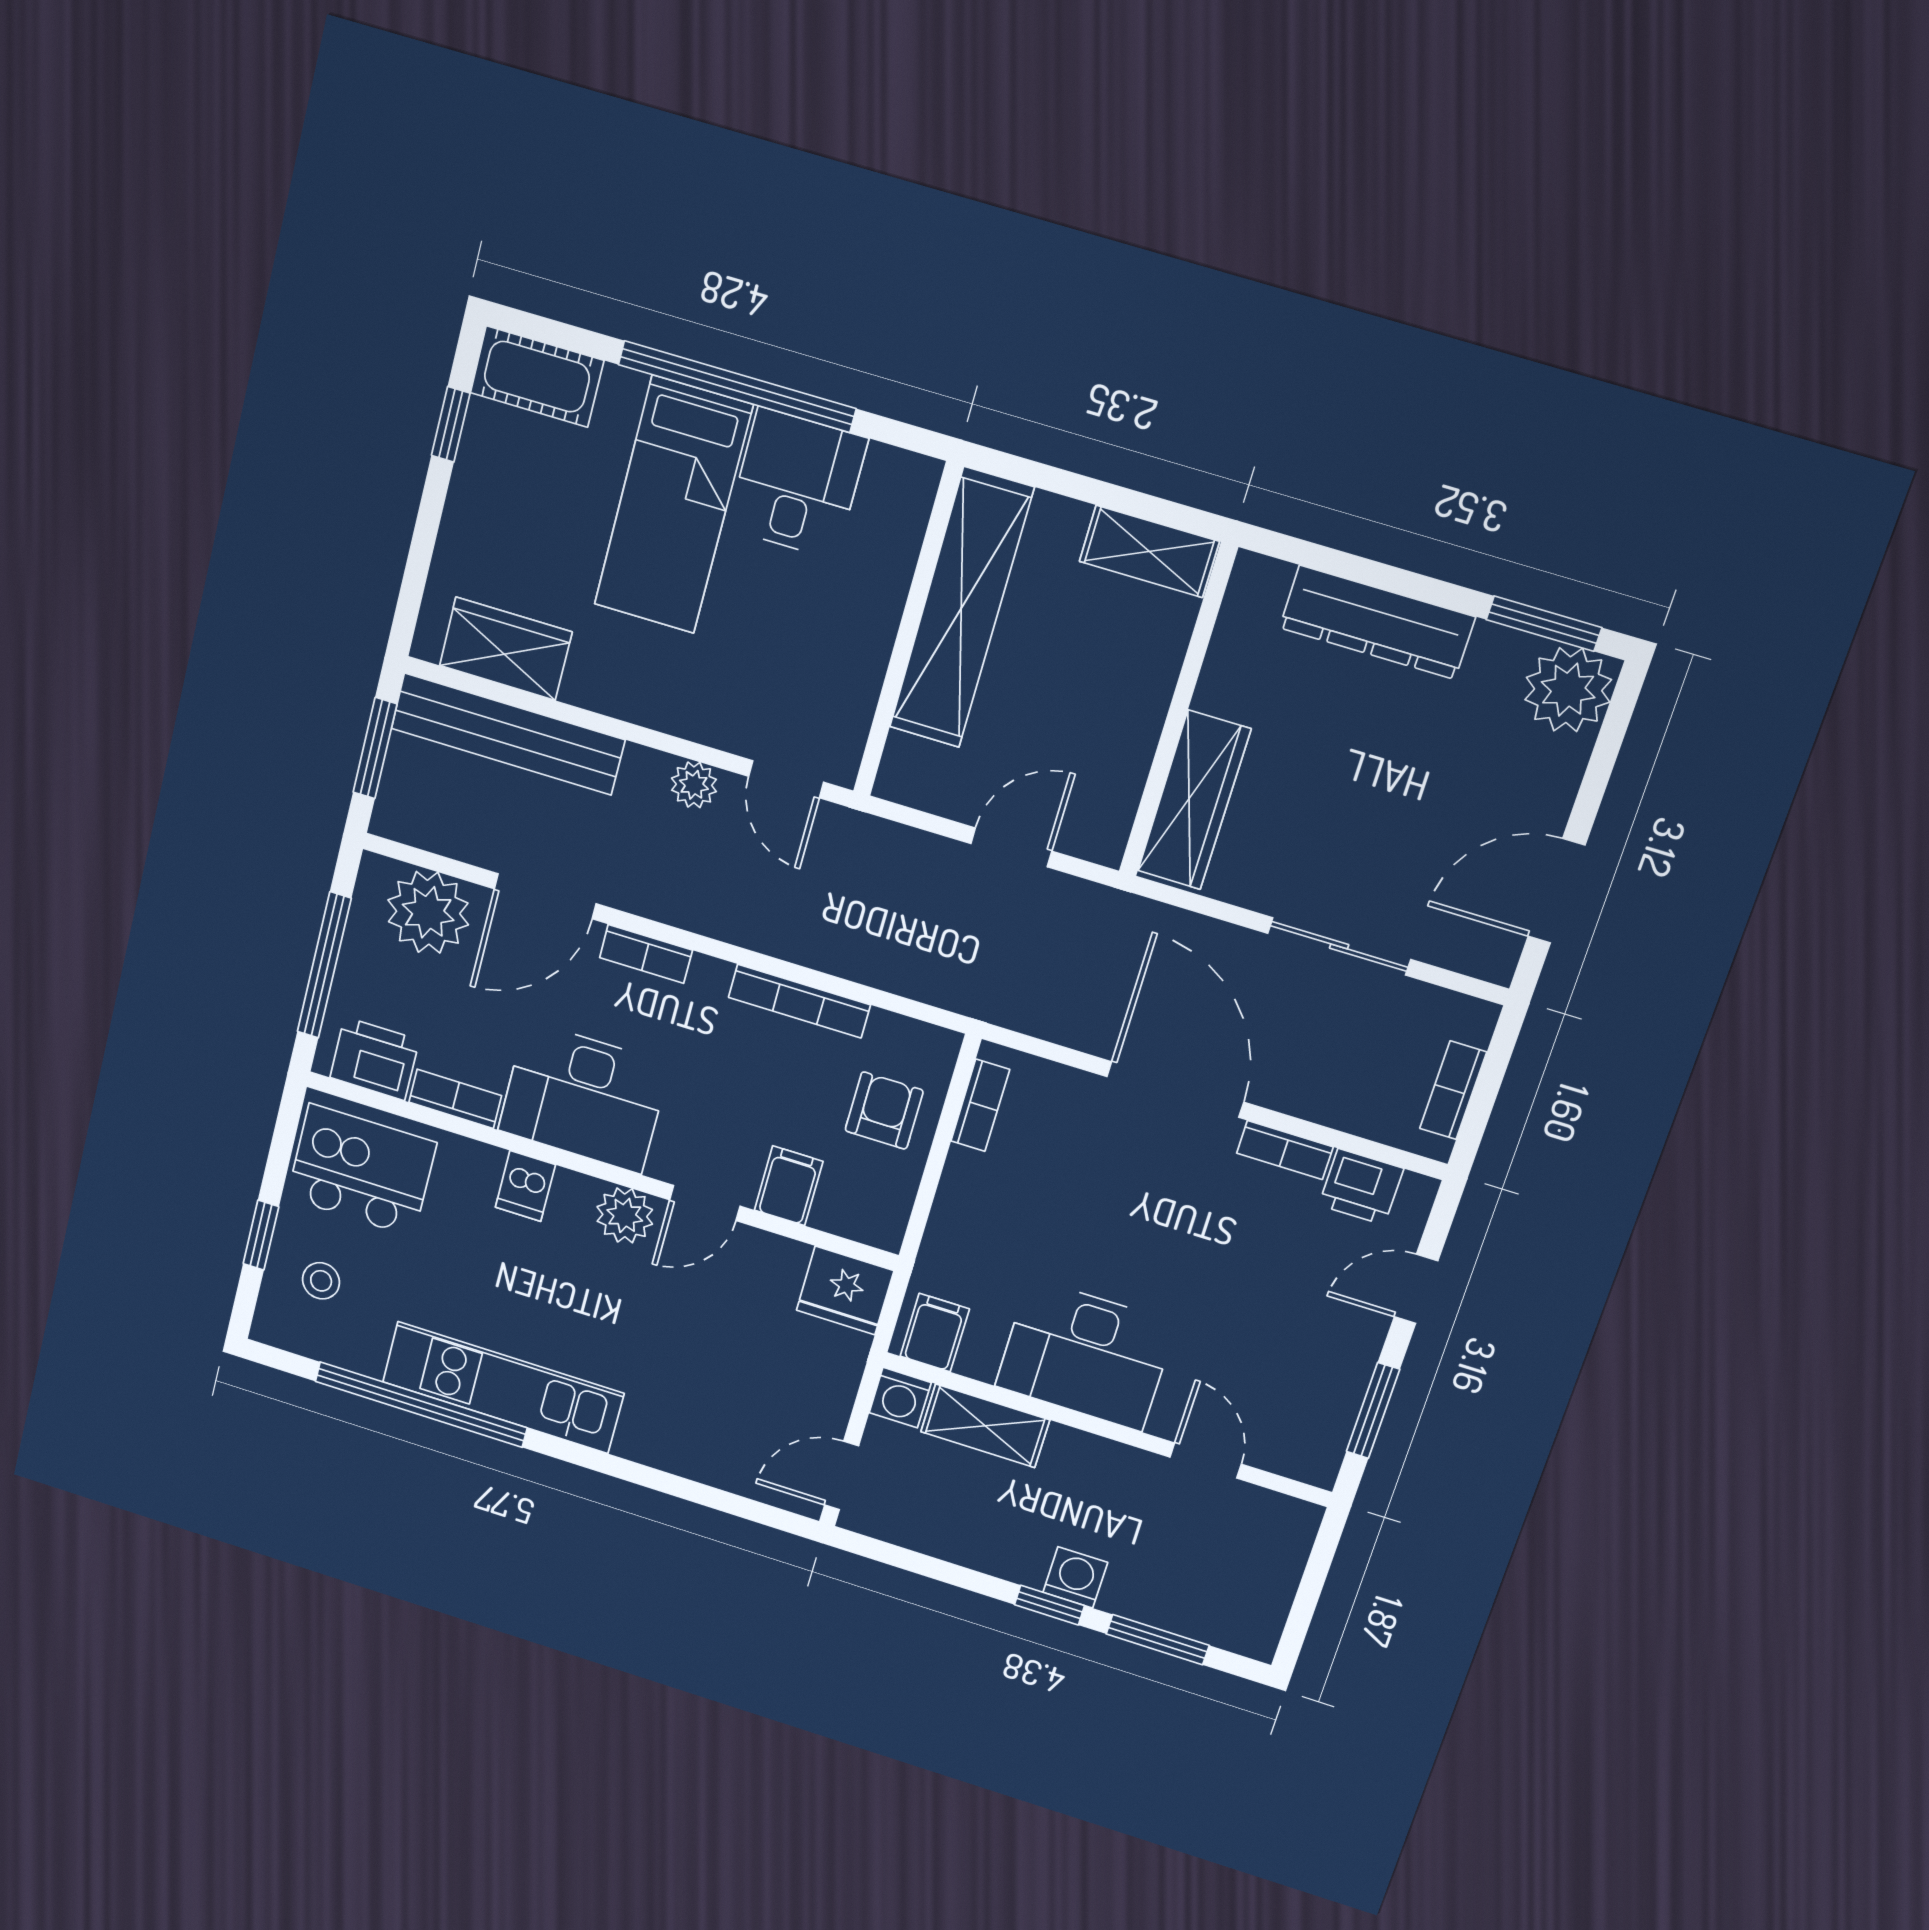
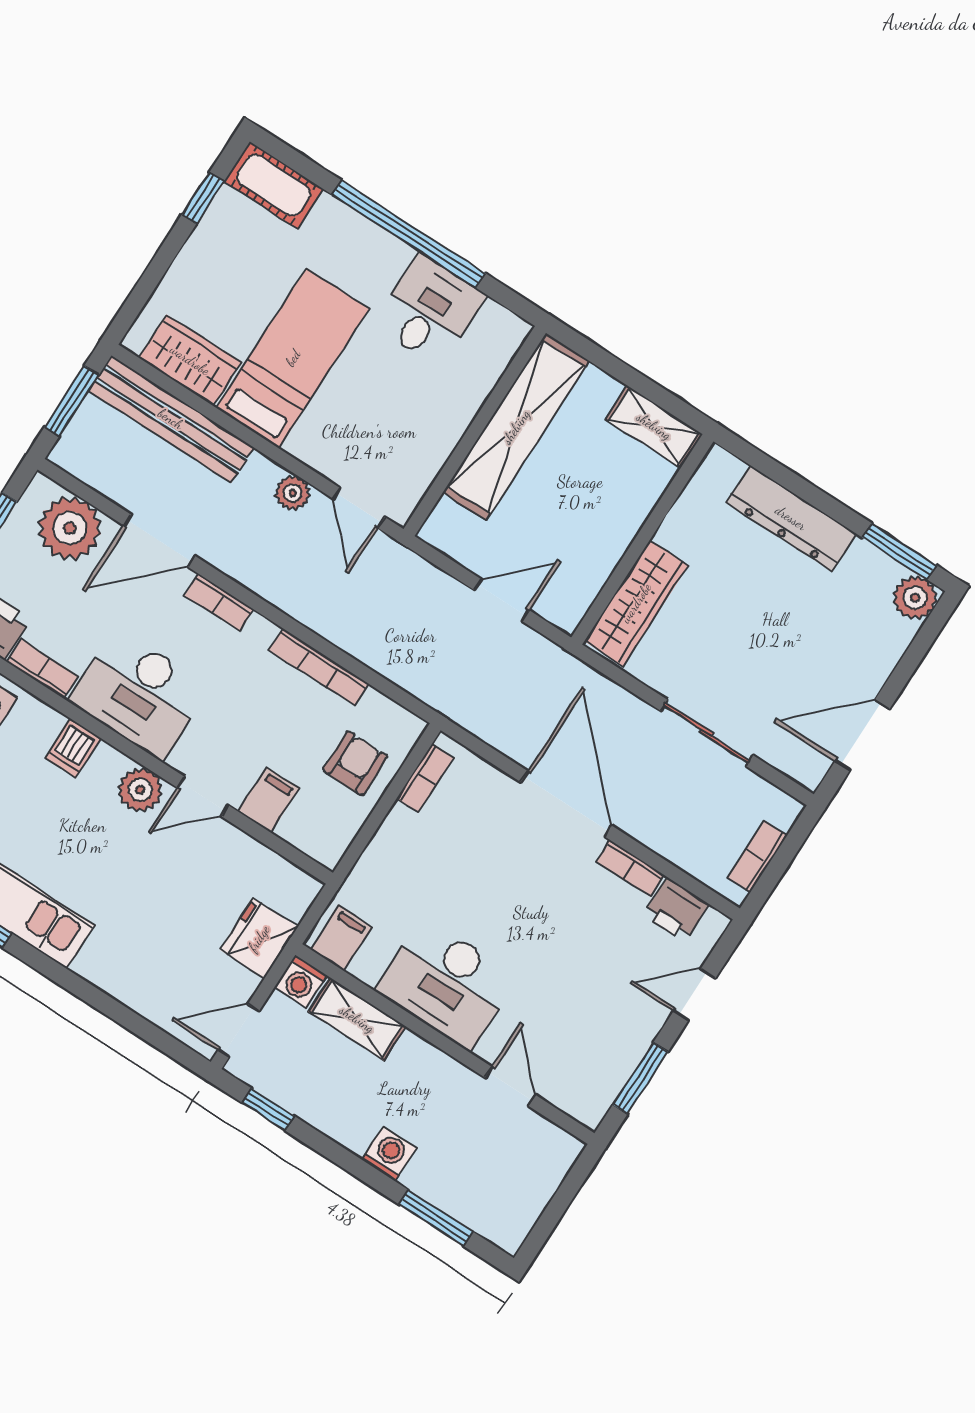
bed: (673, 505) -> (293, 358), moved, turned 180
plant: (1568, 690) -> (915, 598), width x0.73, depth x0.73
fridge: (845, 1290) -> (259, 938), moved, turned 90
window: (1049, 1605) -> (268, 1109), moved

